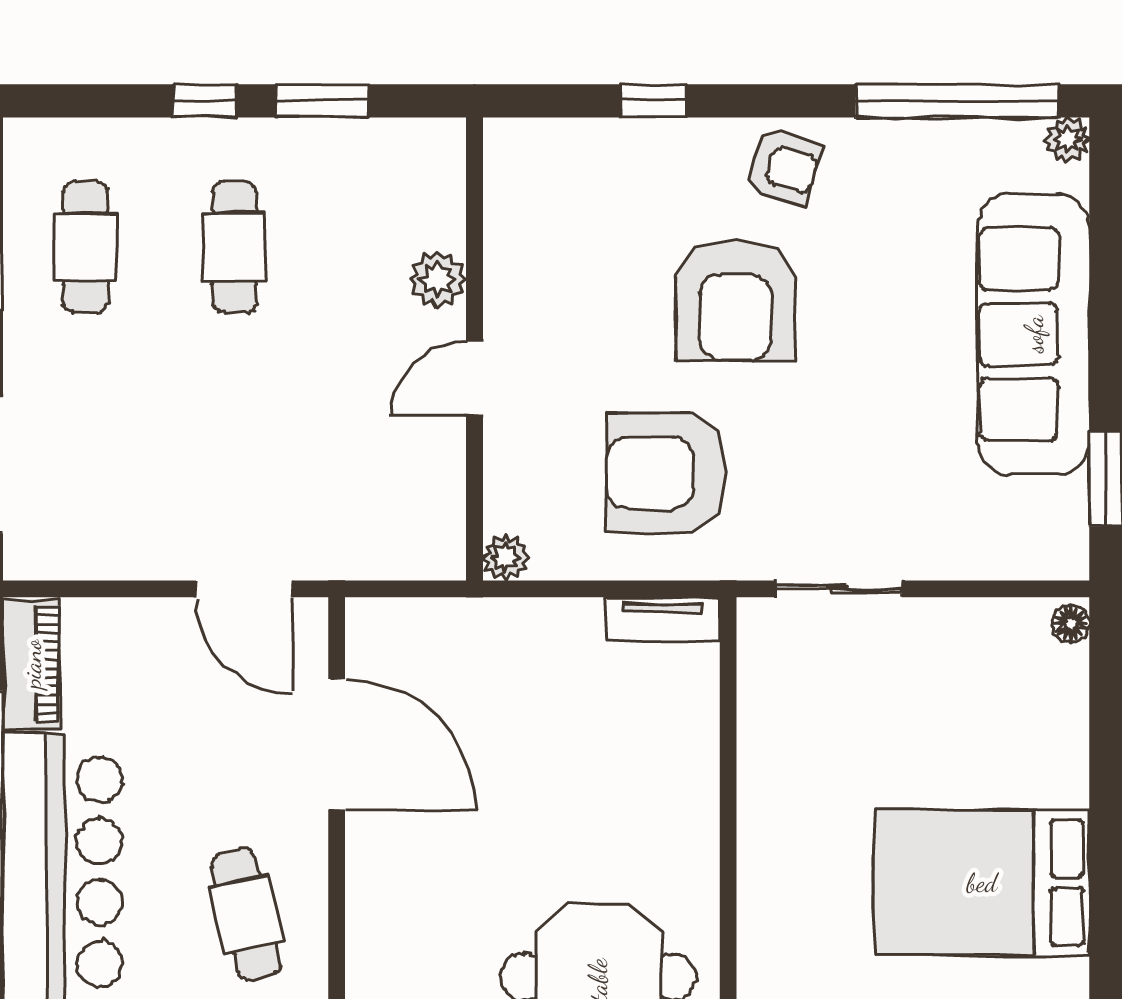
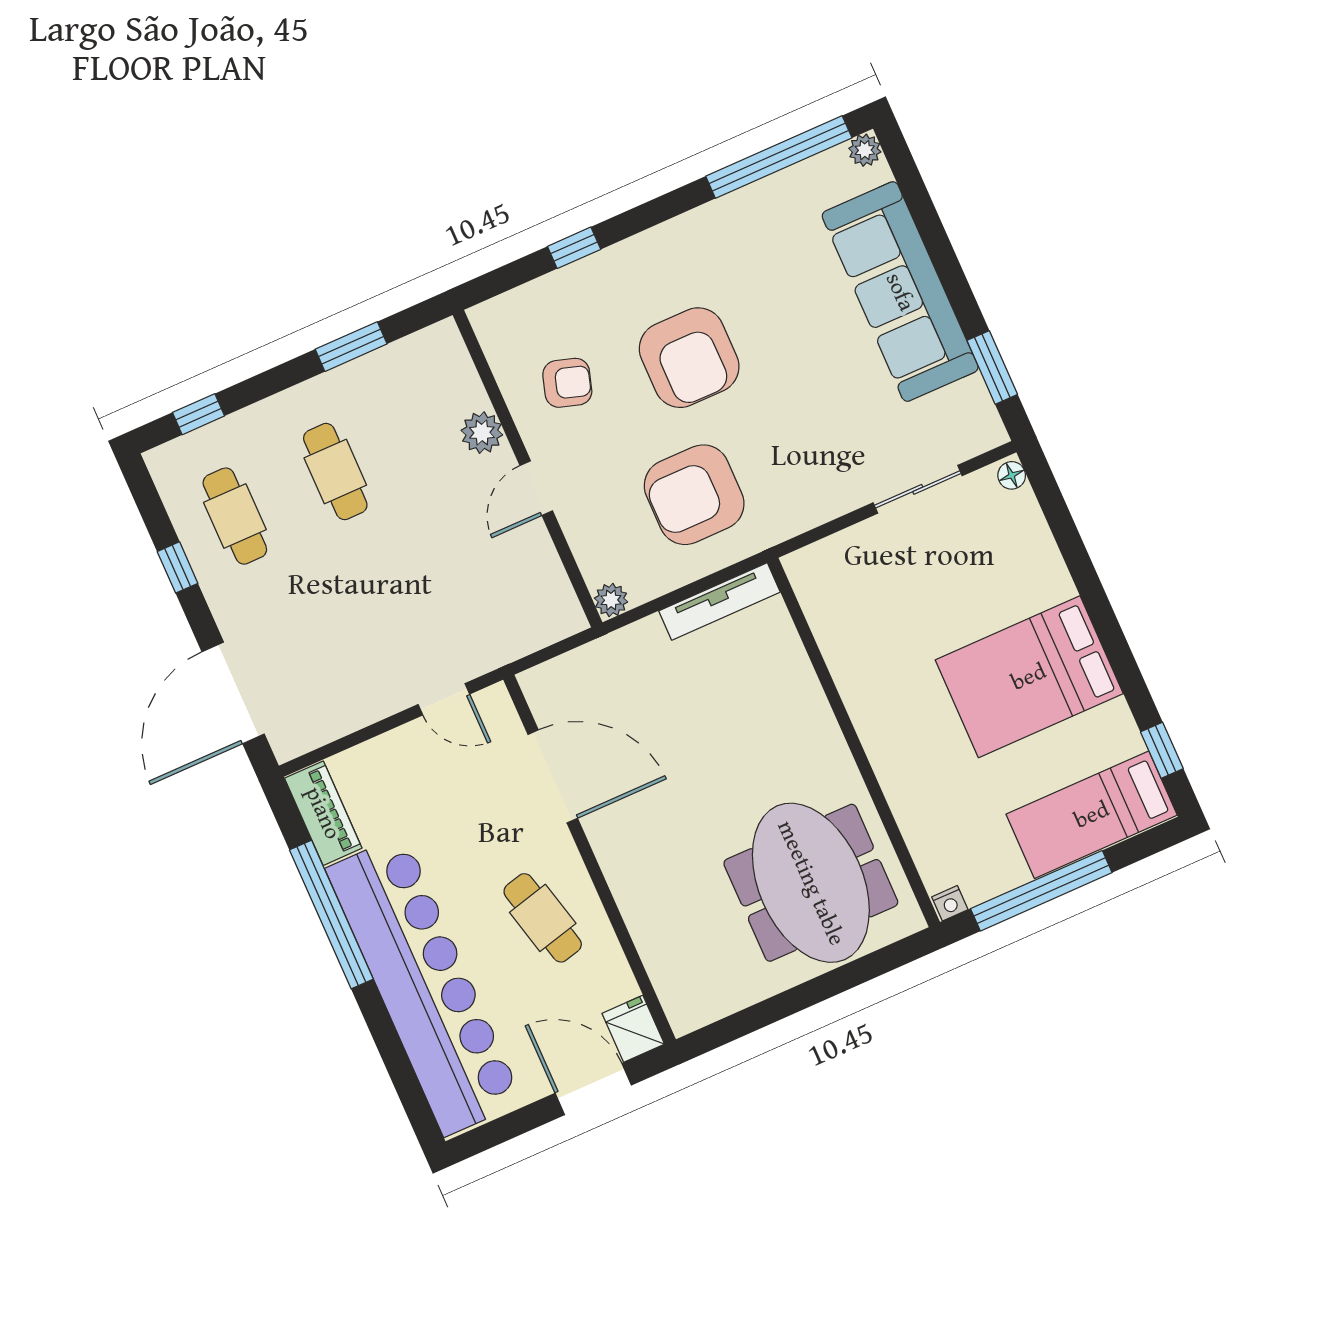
window: (205, 101) -> (199, 414), moved
armchair: (783, 167) -> (567, 383), moved
door: (244, 589) -> (444, 699), width x0.73
sliding door: (839, 589) -> (918, 489), moved
tv unit: (663, 619) -> (719, 601), width x1.41

